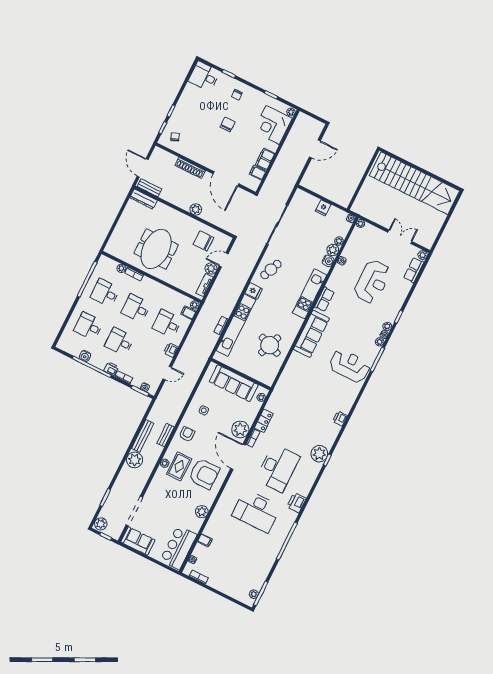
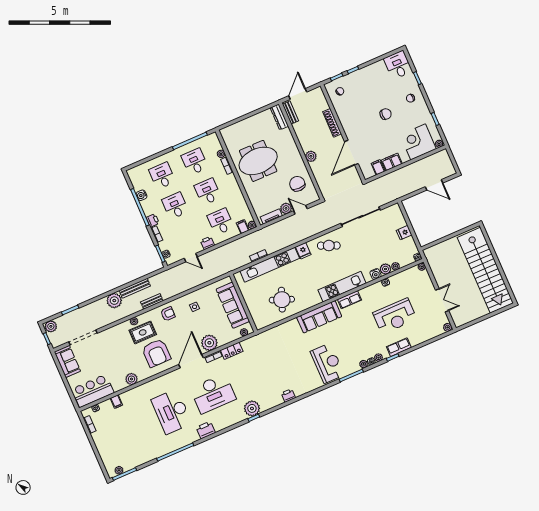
row of seats: (414, 270) -> (399, 347), moved

